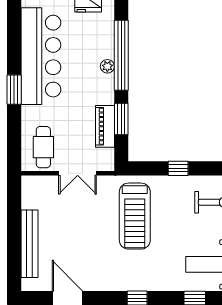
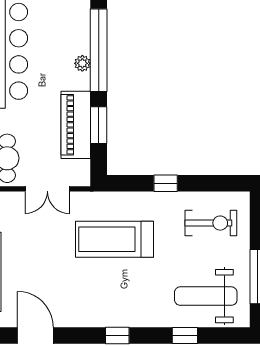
piano: (105, 126) -> (76, 125), width x1.37, depth x1.33
treadmill: (135, 216) -> (115, 239), turned 90

